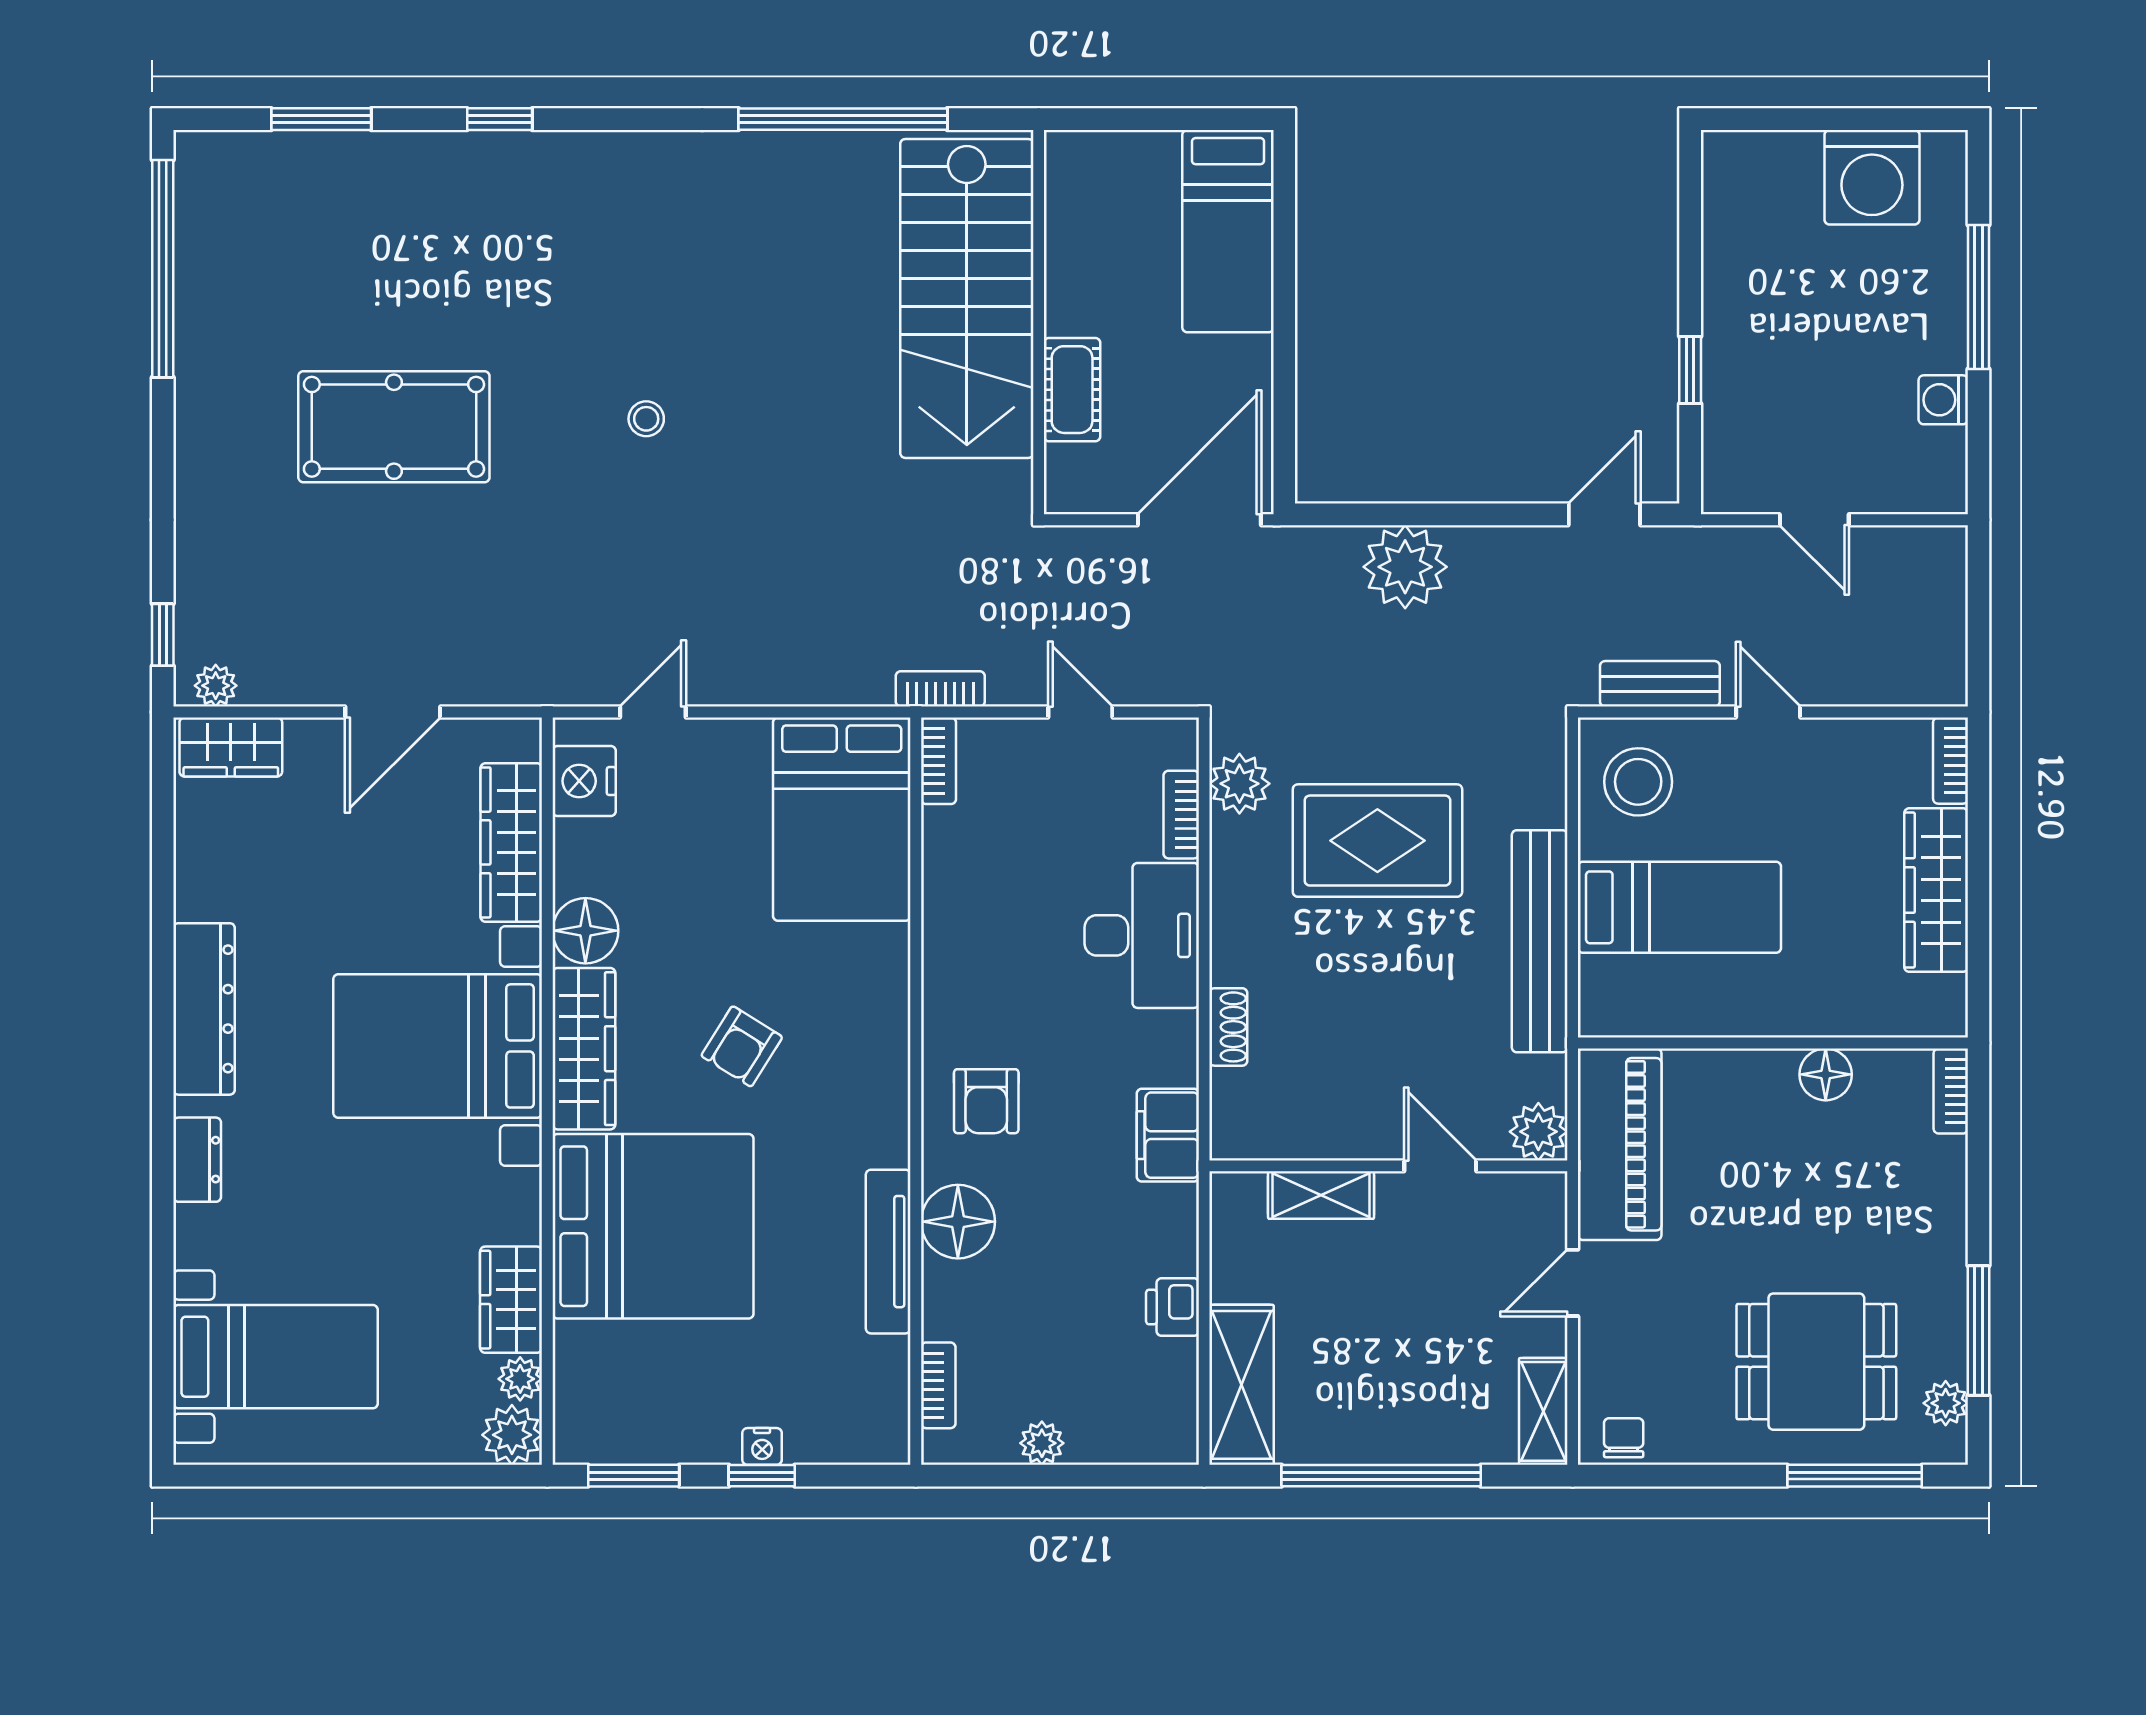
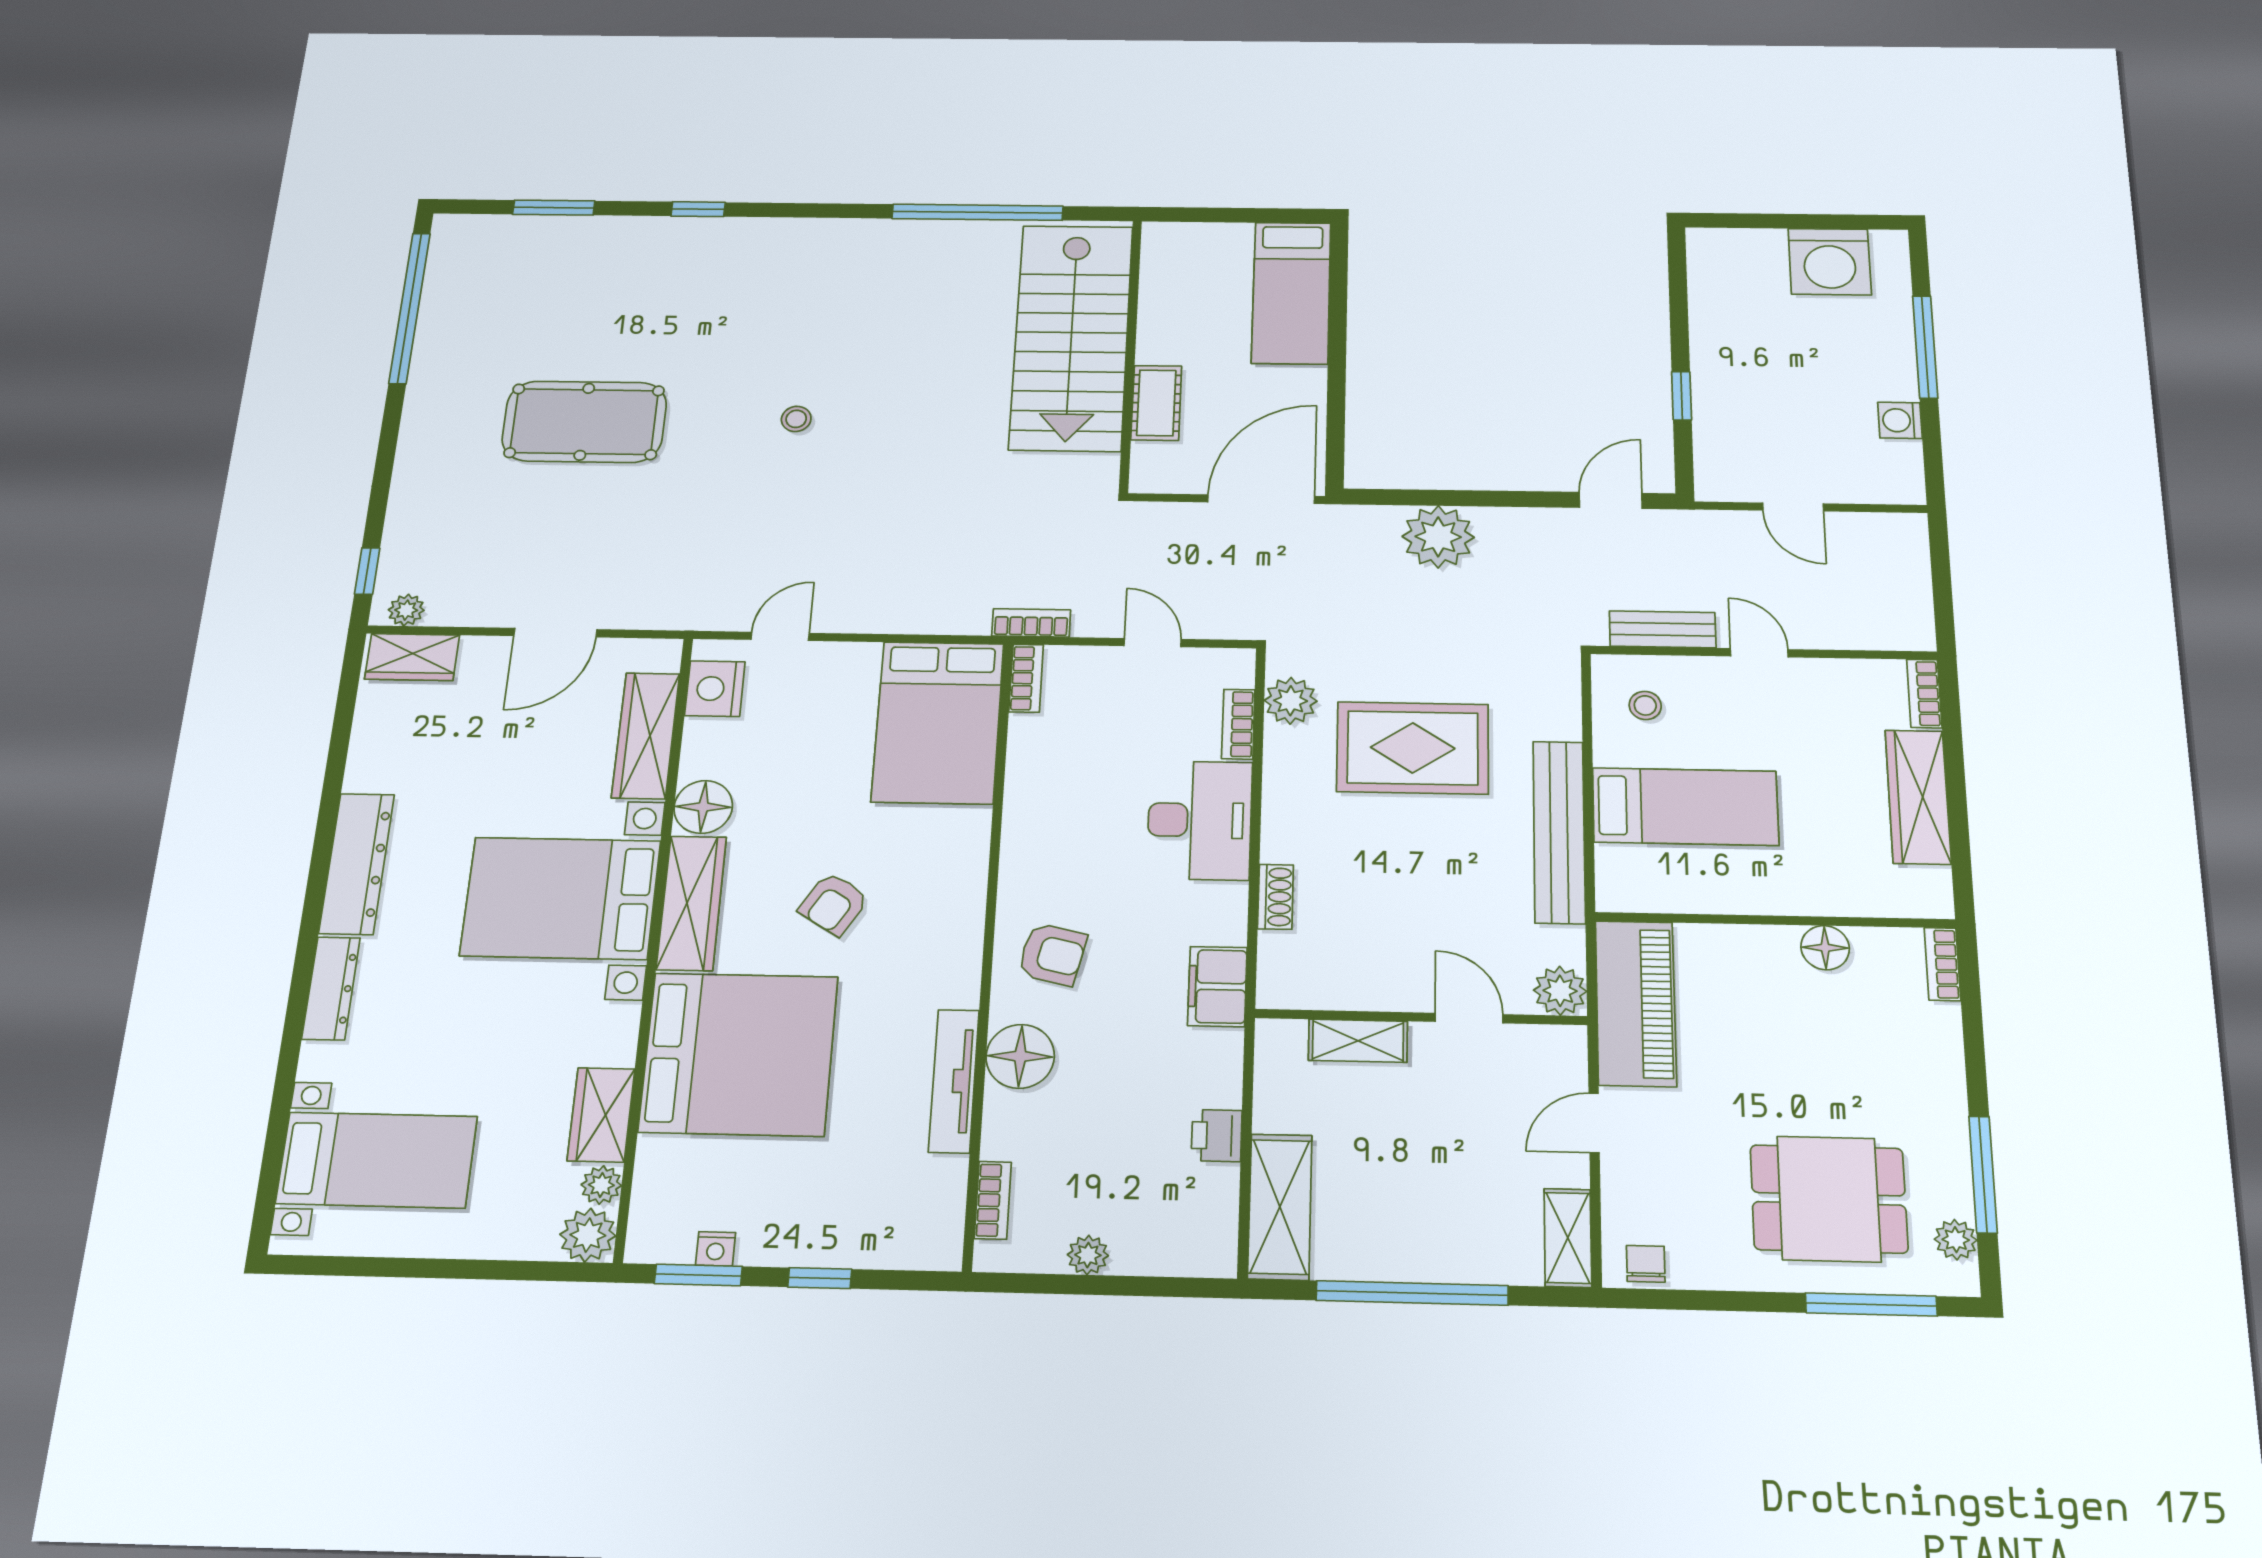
stool: (1638, 782) -> (1645, 705), width x0.53, depth x0.53
armchair: (986, 1101) -> (1052, 954), turned -77
dresser: (197, 1160) -> (331, 988), width x1.44
nightstand: (762, 1446) -> (716, 1249), moved

